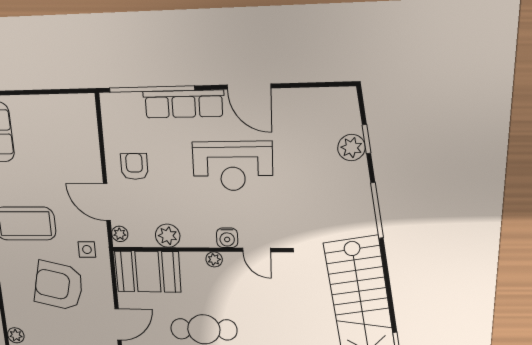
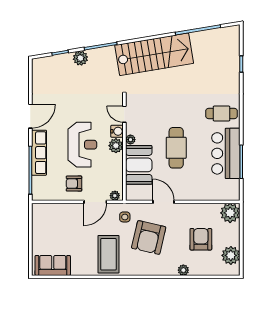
plant: (351, 148) -> (80, 58), moved
reception desk: (233, 166) -> (82, 145), moved
plant: (168, 236) -> (116, 146), moved
door: (257, 250) -> (124, 114), swing flipped
booth: (148, 272) -> (139, 165), moved
door: (118, 324) -> (164, 202), moved

